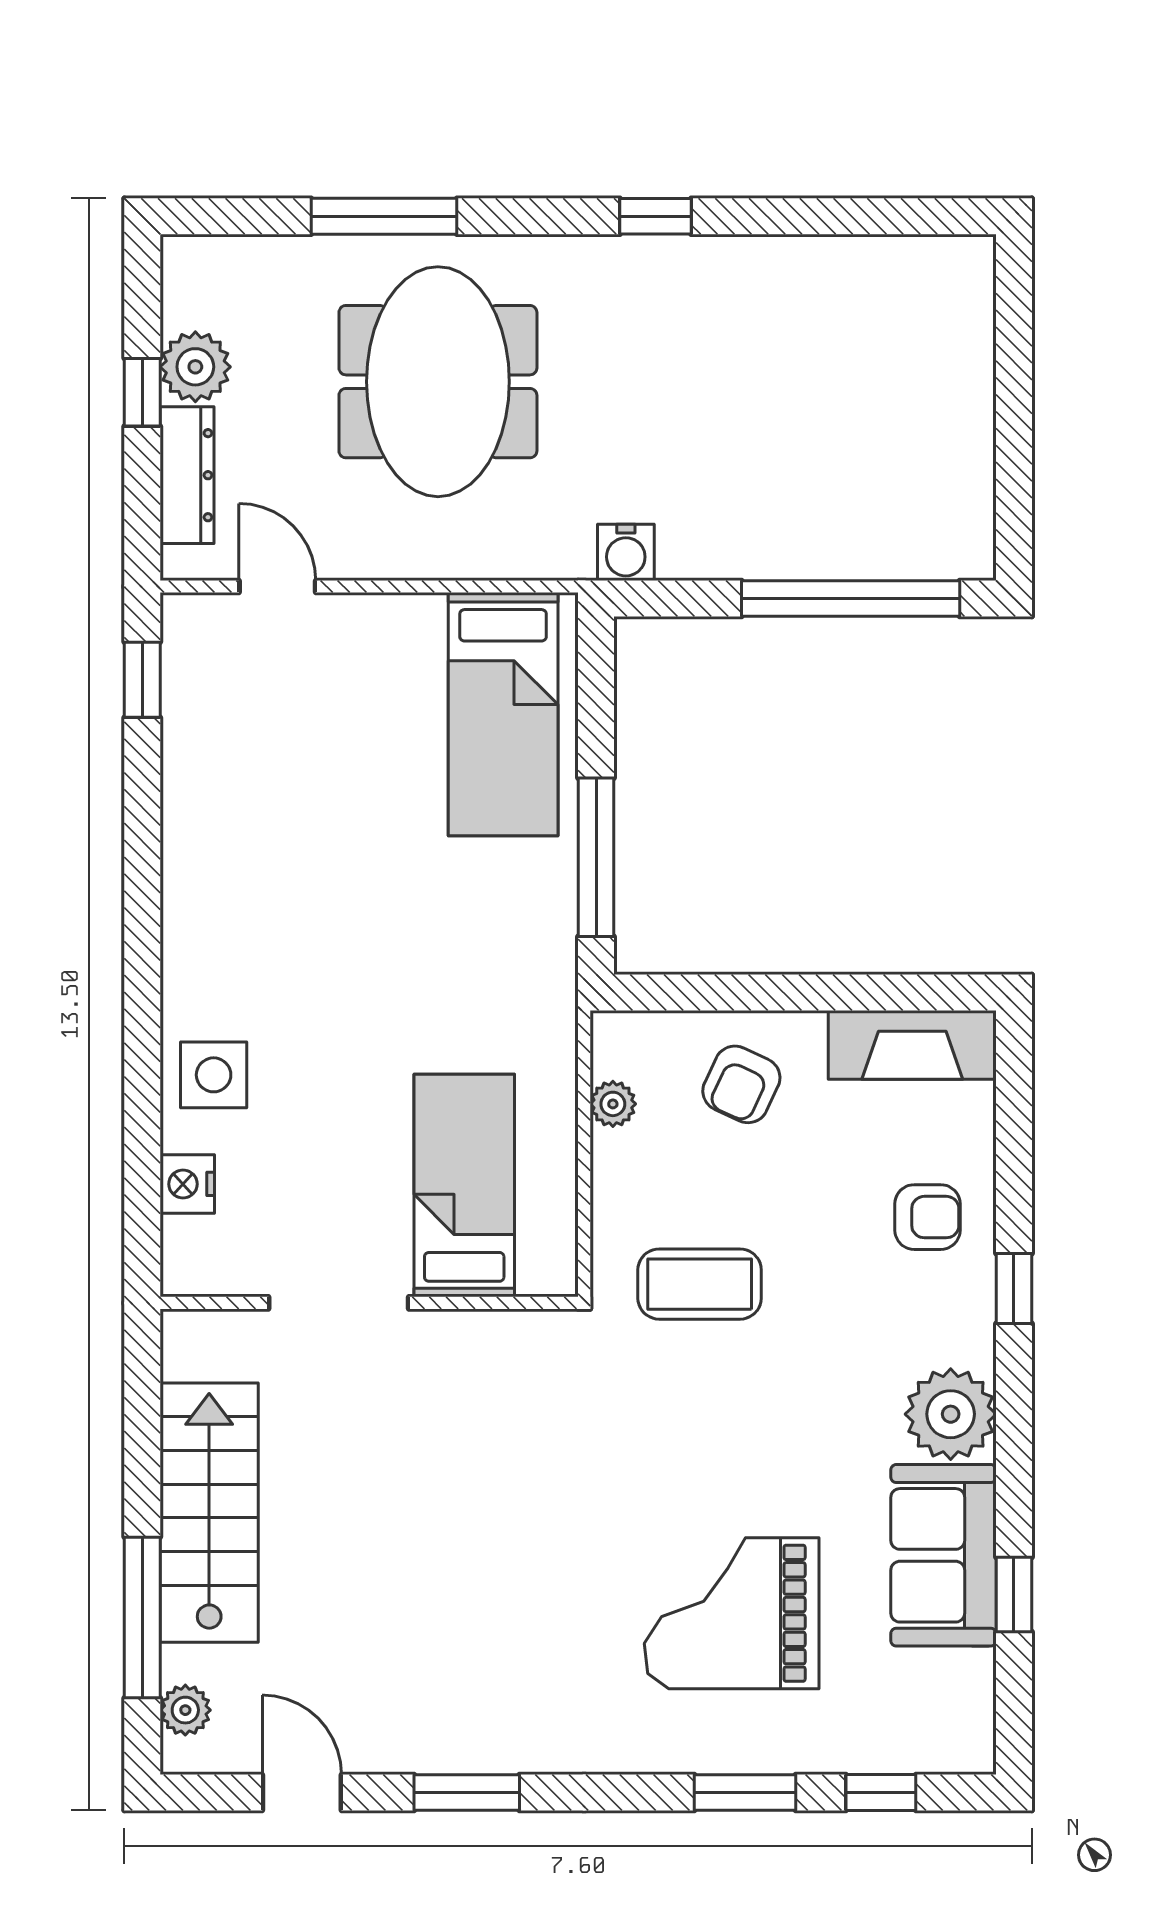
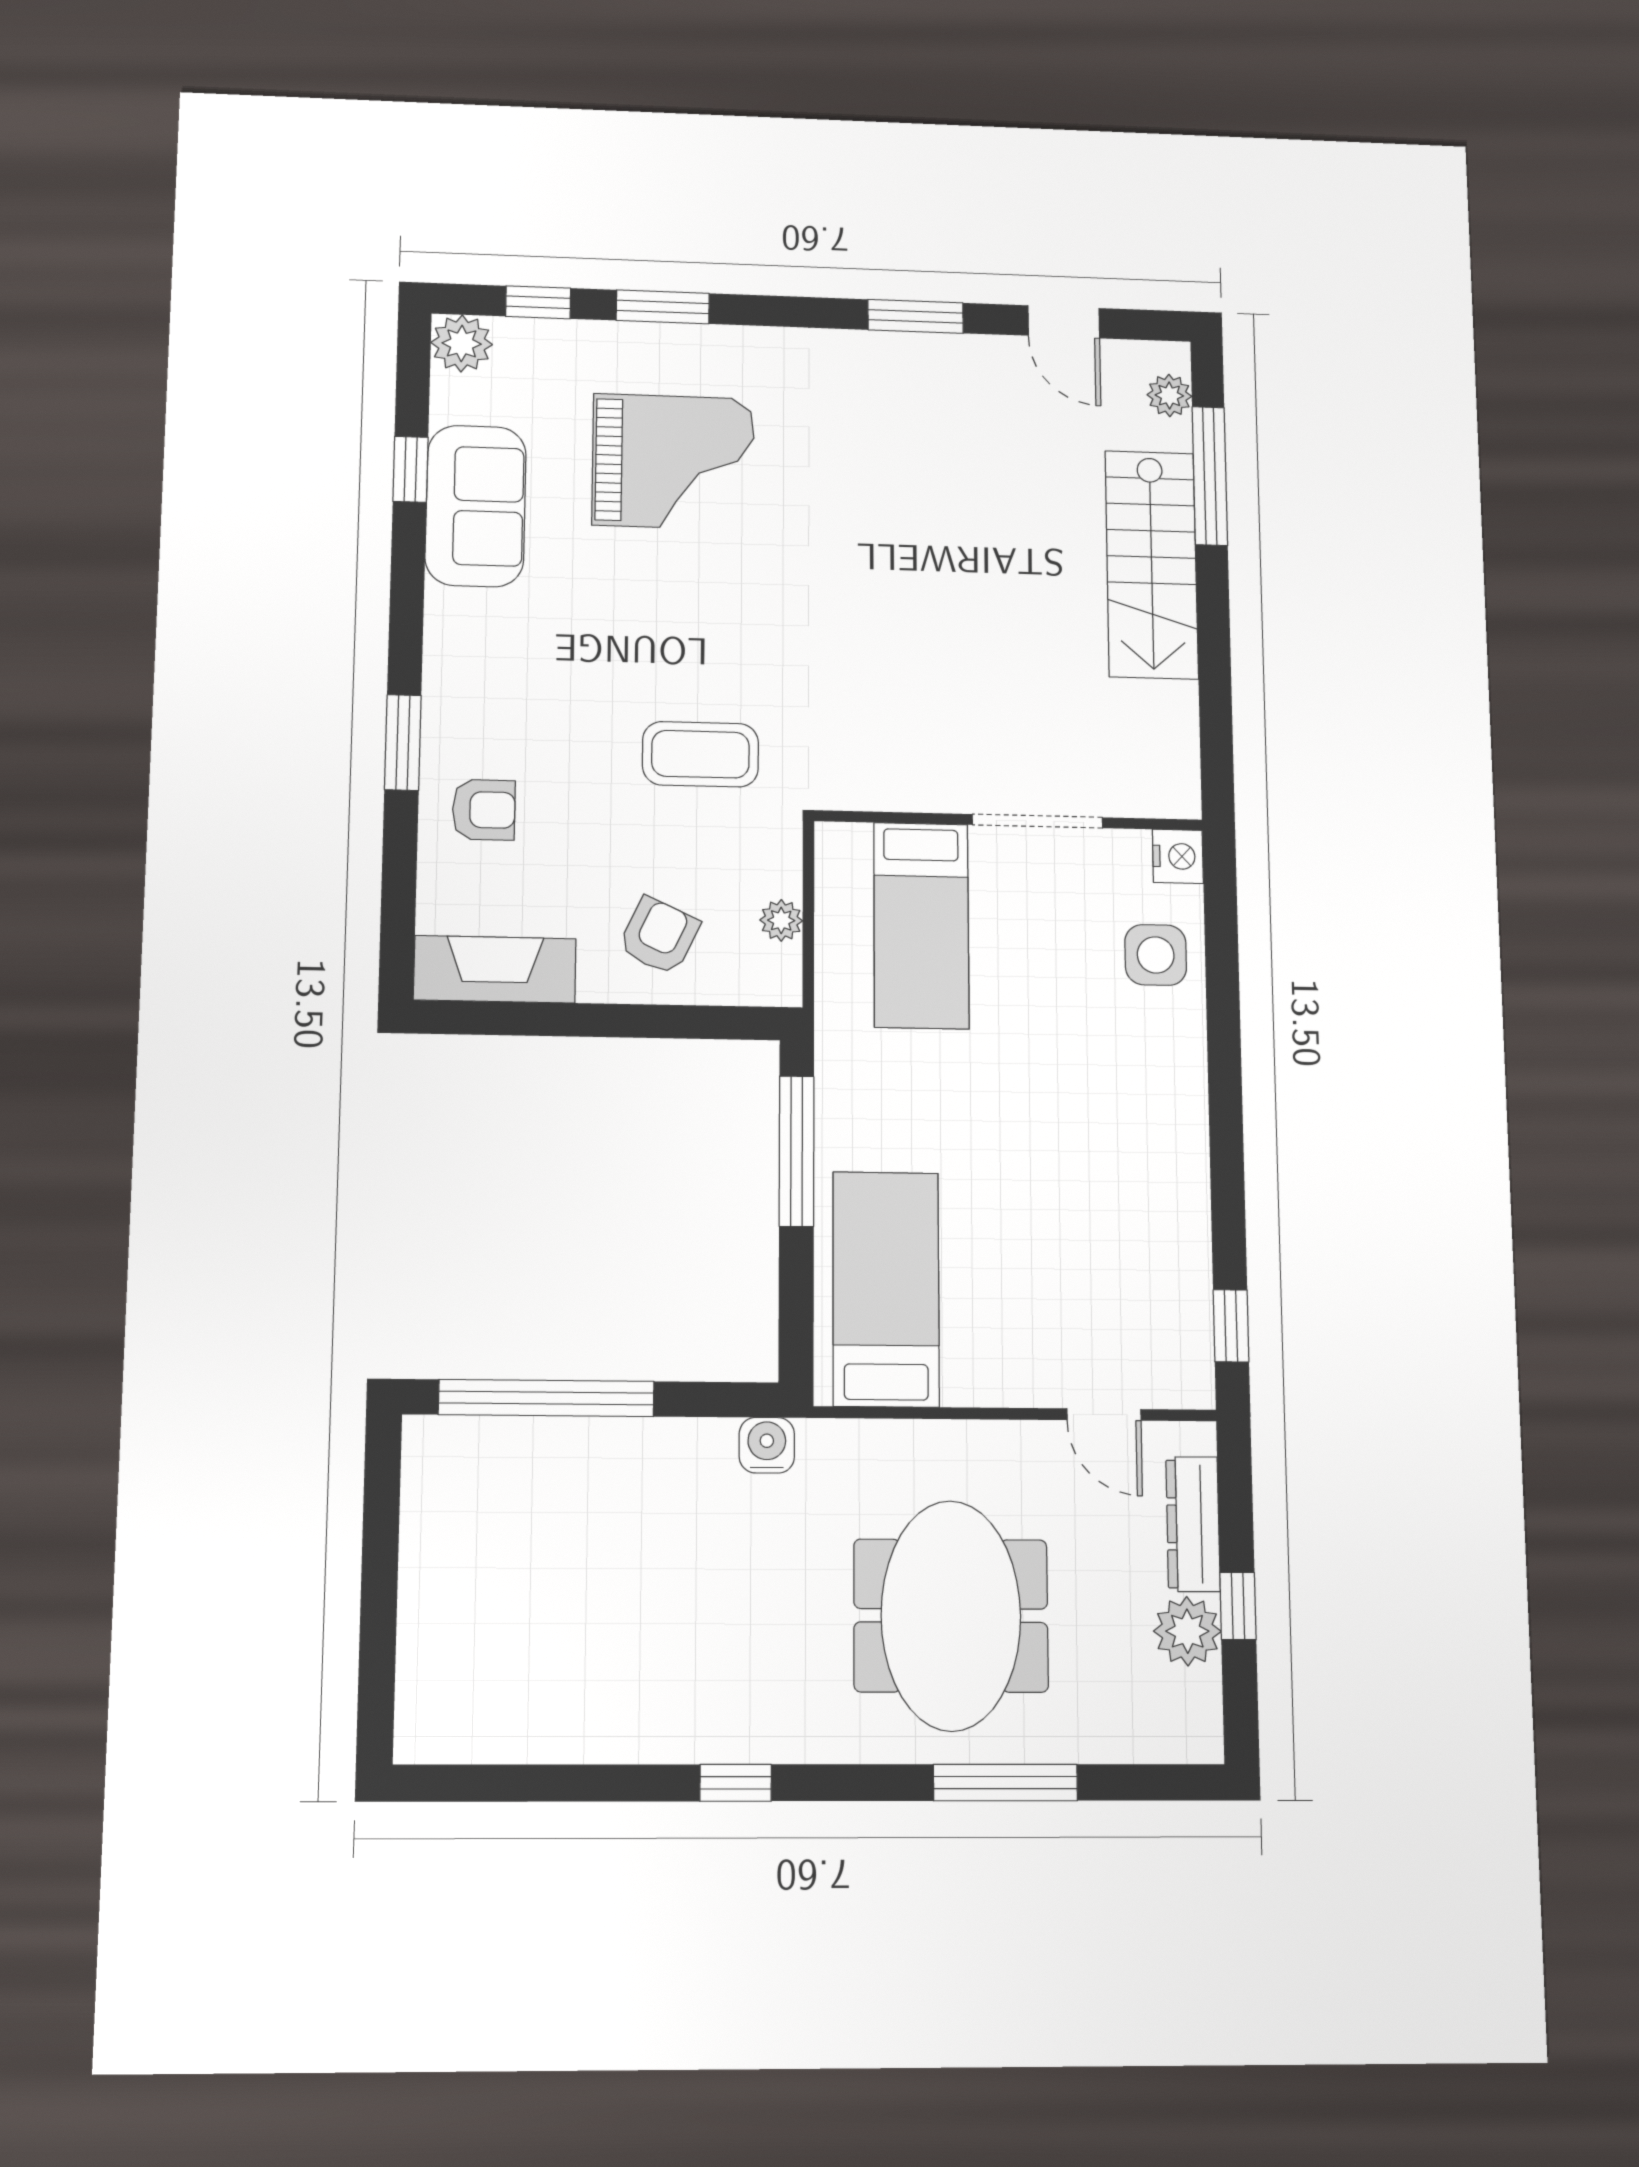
bed: (464, 1186) -> (921, 925), moved
armchair: (927, 1217) -> (484, 810), turned 180
window: (1014, 1289) -> (403, 743), width x1.50
doorway: (339, 1303) -> (1037, 821), moved
wall: (369, 1303) -> (1009, 820), moved
plant: (951, 1414) -> (462, 343), moved, width x0.73, depth x0.73

